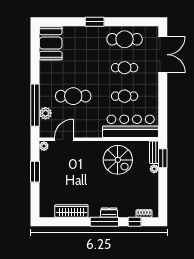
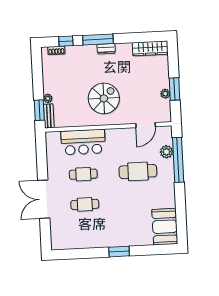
cafe table: (125, 39) -> (86, 235), removed
double door: (163, 55) -> (44, 199), moved
bar counter: (131, 126) -> (83, 142), width x0.73
plant: (44, 146) -> (165, 94), moved
spiral stairs: (118, 160) -> (104, 98), moved, turned 90
wardrobe: (71, 211) -> (150, 48), moved
dresser: (109, 213) -> (106, 49), moved

